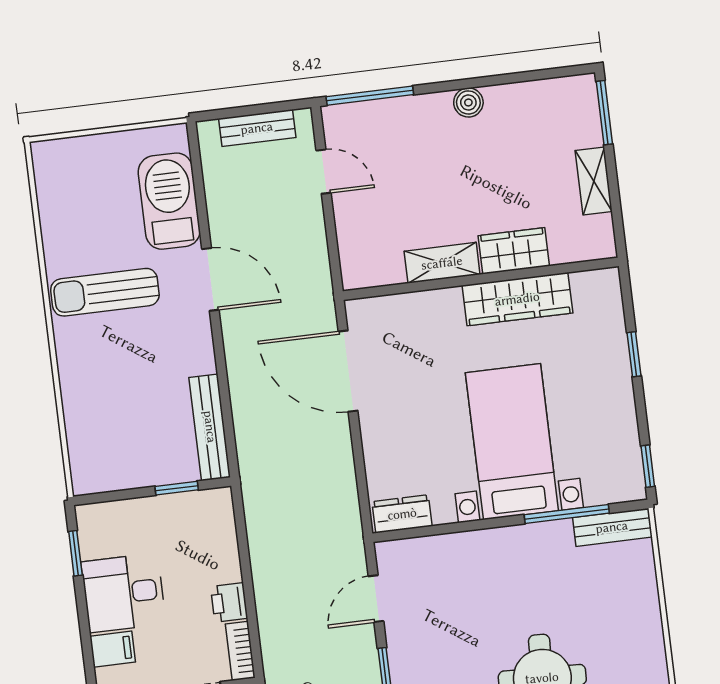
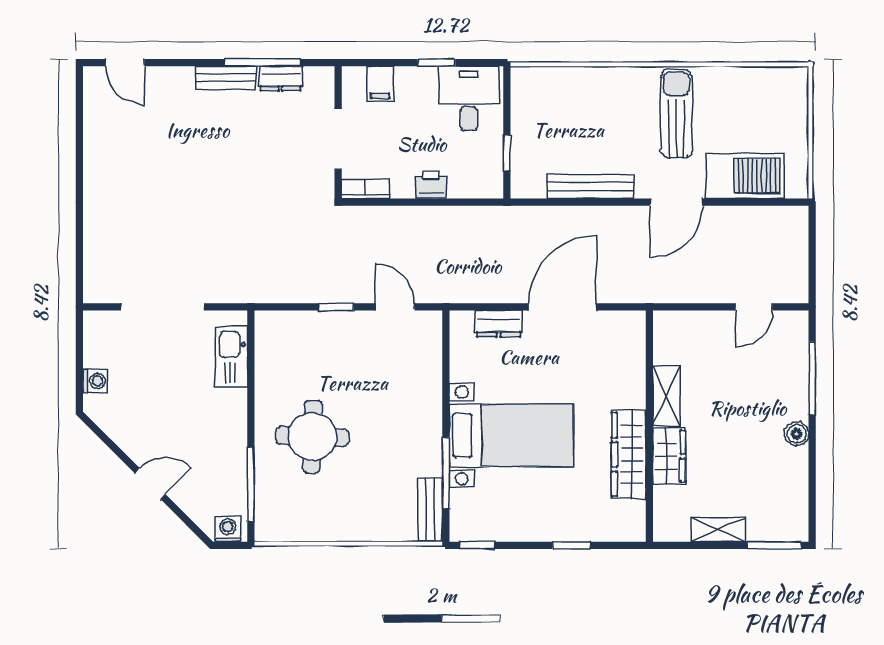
window: (370, 96) -> (812, 378), moved
bench: (257, 128) -> (797, 256), removed
door: (348, 371) -> (562, 307), moved
bench: (210, 427) -> (591, 186), moved
dresser: (402, 514) -> (499, 324), moved, turned 90
window: (75, 553) -> (436, 63), moved
desk: (124, 593) -> (469, 98), moved
printer: (229, 602) -> (431, 185), moved

